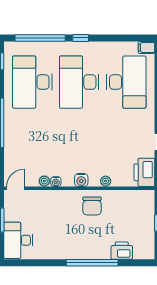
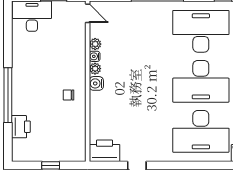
desk: (79, 82) -> (201, 81), turned 180
plant: (106, 181) -> (95, 69), moved
chair: (92, 206) -> (69, 95), width x0.54, depth x0.54

